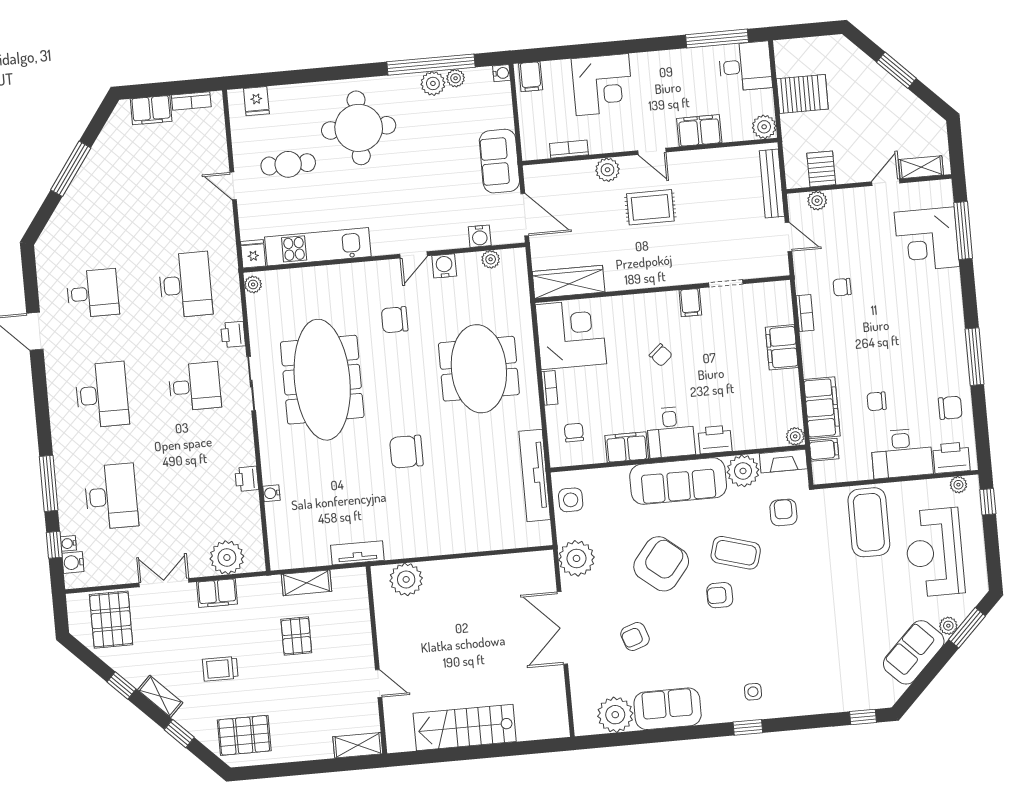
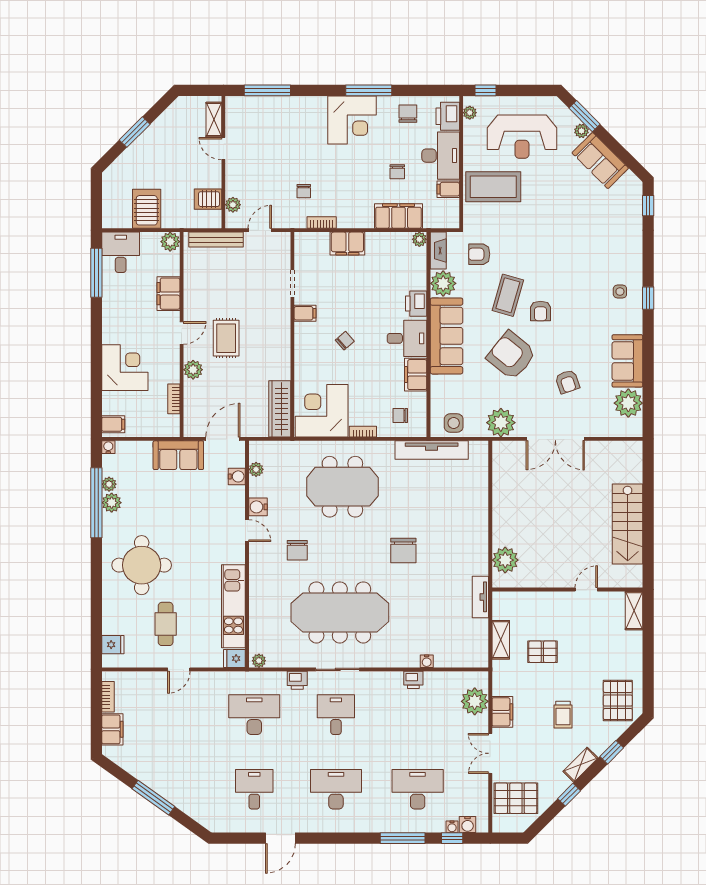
corner desk: (927, 239) -> (352, 120), moved
filing cabinet: (824, 450) -> (448, 189), moved, turned -90

